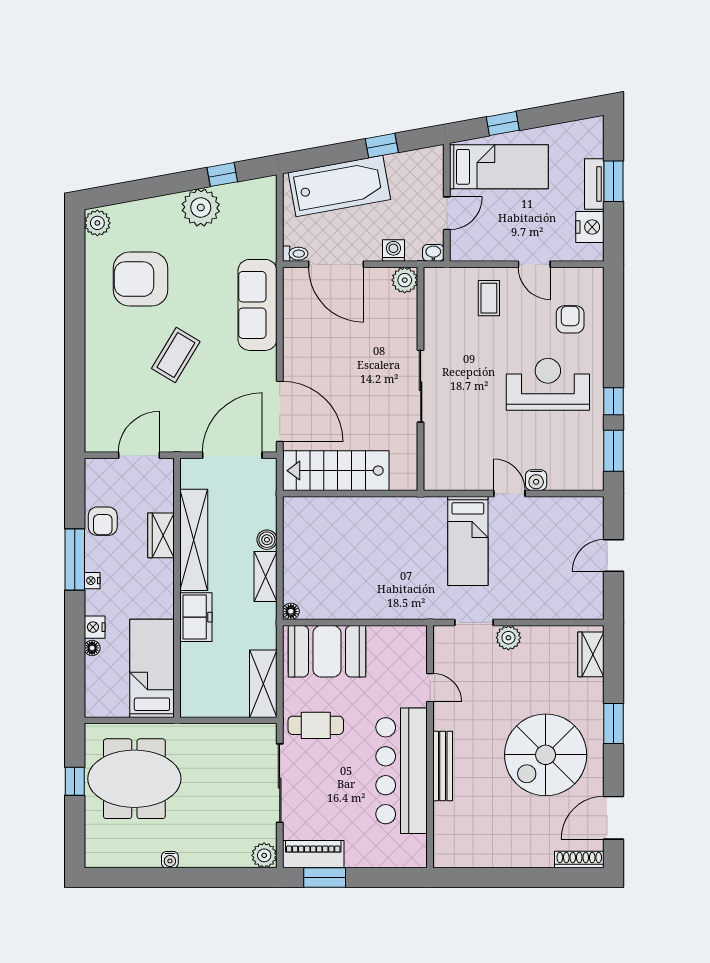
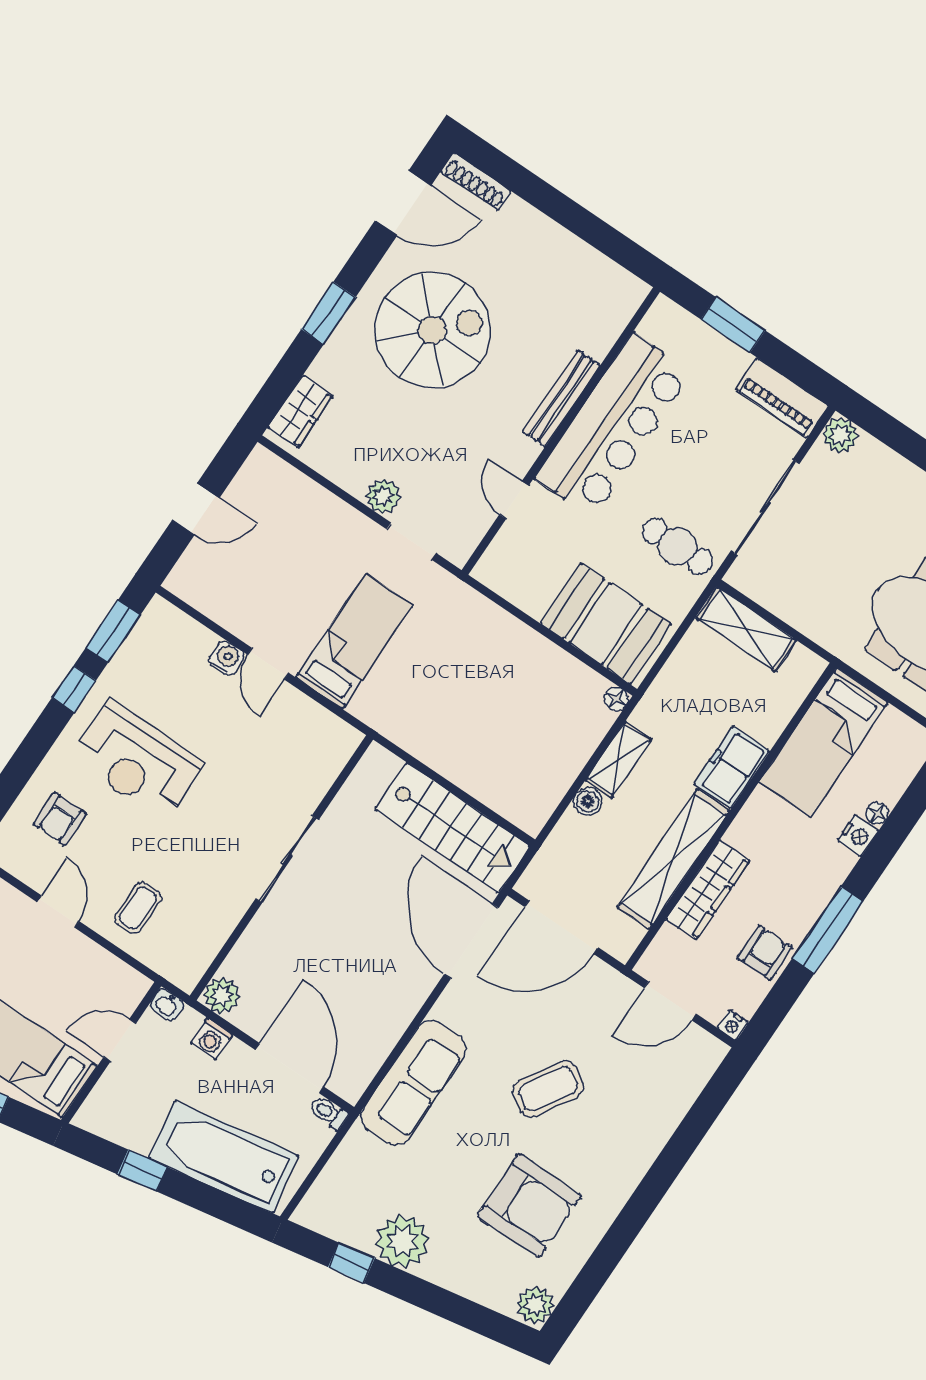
wardrobe: (161, 535) -> (708, 890), width x1.50
nightstand: (92, 581) -> (733, 1025), moved, turned 90
shelving: (263, 684) -> (746, 629), moved, turned 90
window: (325, 878) -> (733, 325), moved

